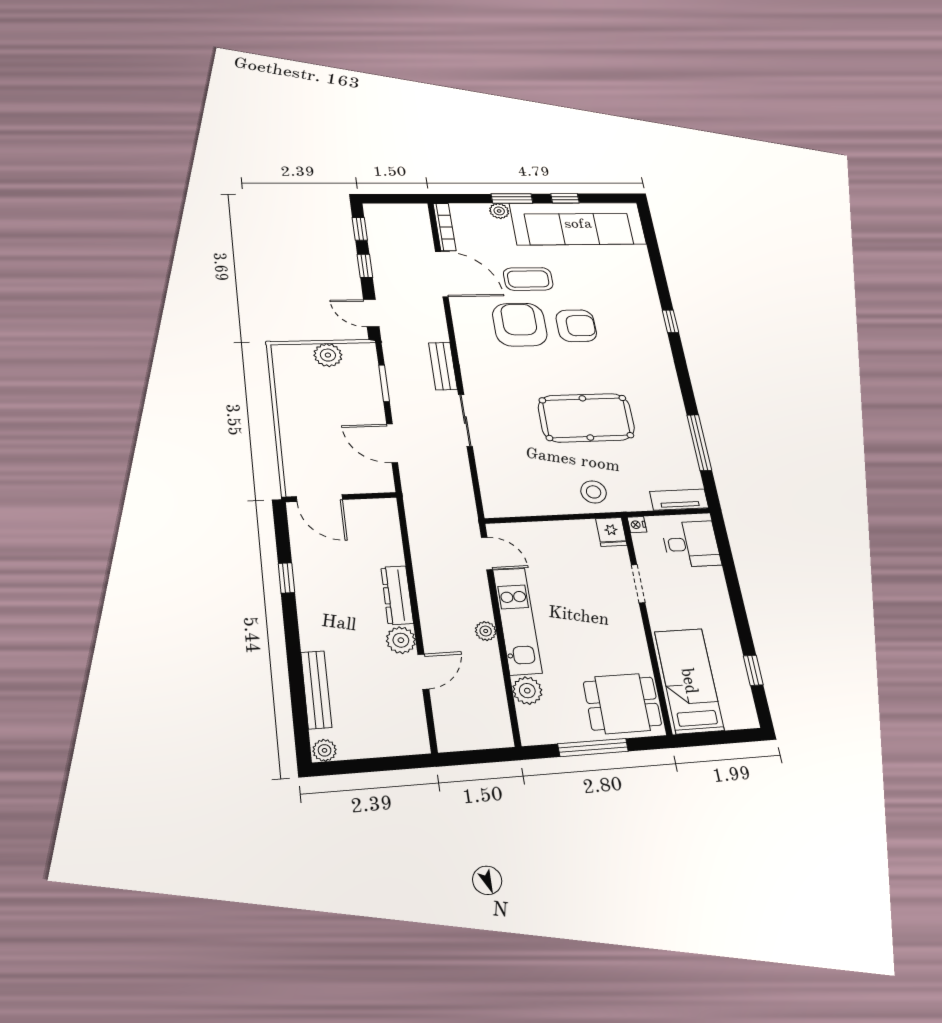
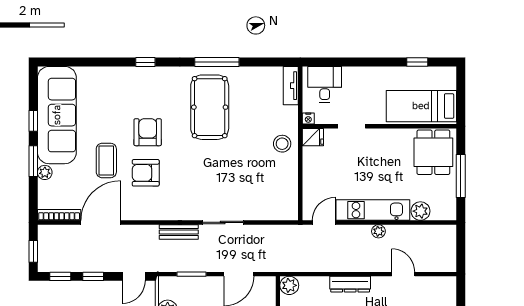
window: (390, 199) -> (33, 251), added
armchair: (520, 325) -> (146, 173), width x0.73, depth x0.73
pool table: (586, 418) -> (210, 107), moved
window: (699, 443) -> (217, 62), moved
plant: (401, 640) -> (289, 285), moved

